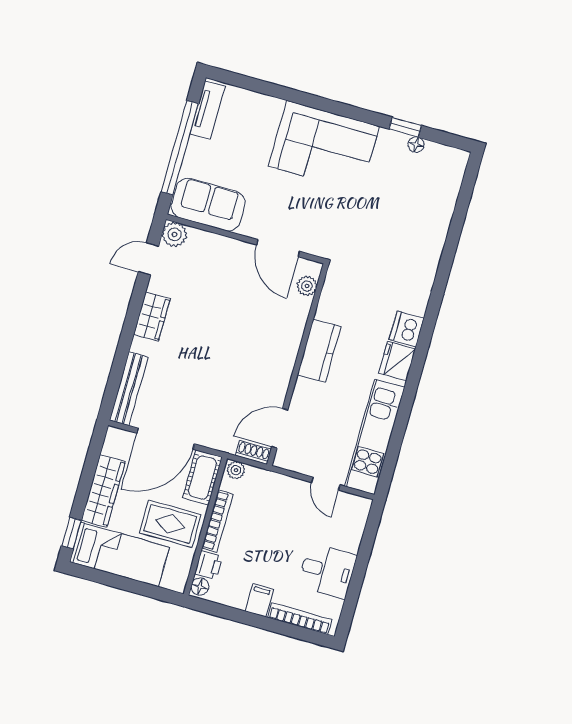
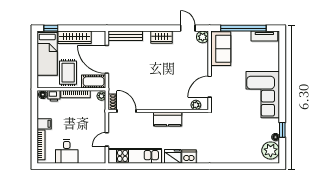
plant: (440, 162) -> (271, 150), added

